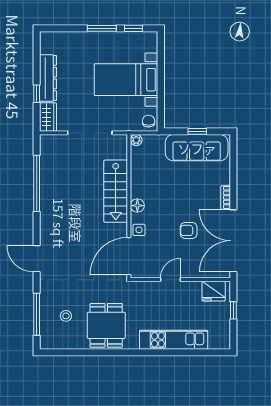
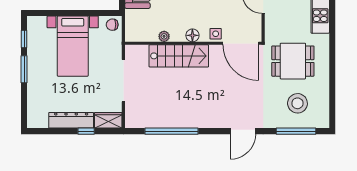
plant: (136, 140) -> (164, 36), moved
stool: (66, 316) -> (297, 103), width x1.89, depth x1.89
dining table: (106, 325) -> (293, 61), moved

